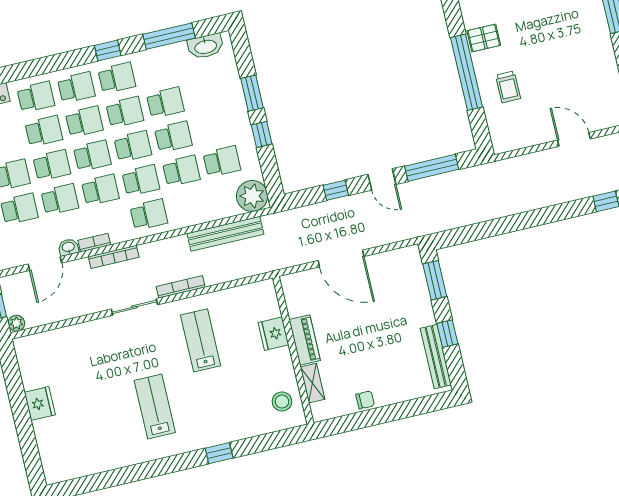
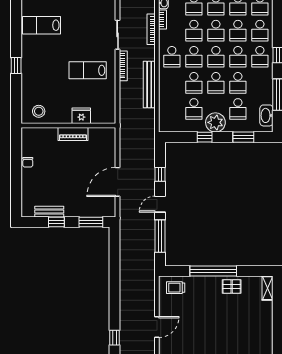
pallet: (484, 38) -> (232, 286), turned 90
trolley: (508, 87) -> (176, 288), moved
school desk: (206, 93) -> (238, 109), added
window: (252, 93) -> (243, 137), moved
plant: (252, 196) -> (215, 122), moved
bench: (225, 234) -> (149, 85), moved
door: (341, 259) -> (118, 182), moved
lab bench: (201, 340) -> (88, 70), turned 180
bench: (436, 357) -> (49, 212), width x0.73
shelving: (312, 383) -> (46, 133), removed
lab bench: (155, 406) -> (41, 25), moved, turned 180

